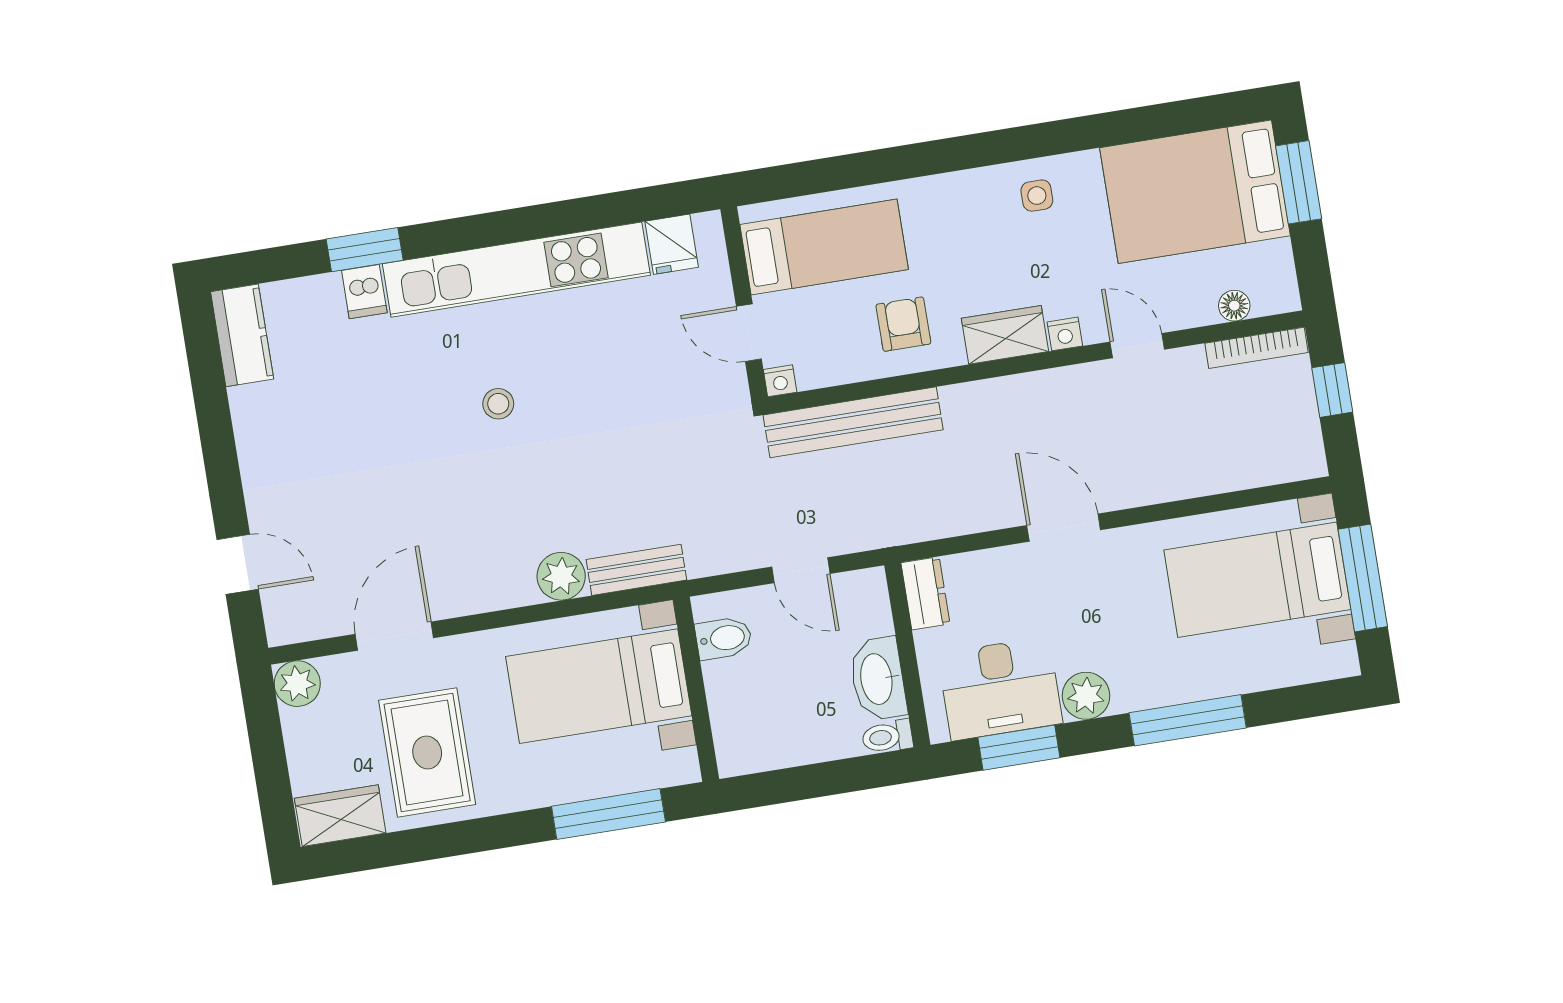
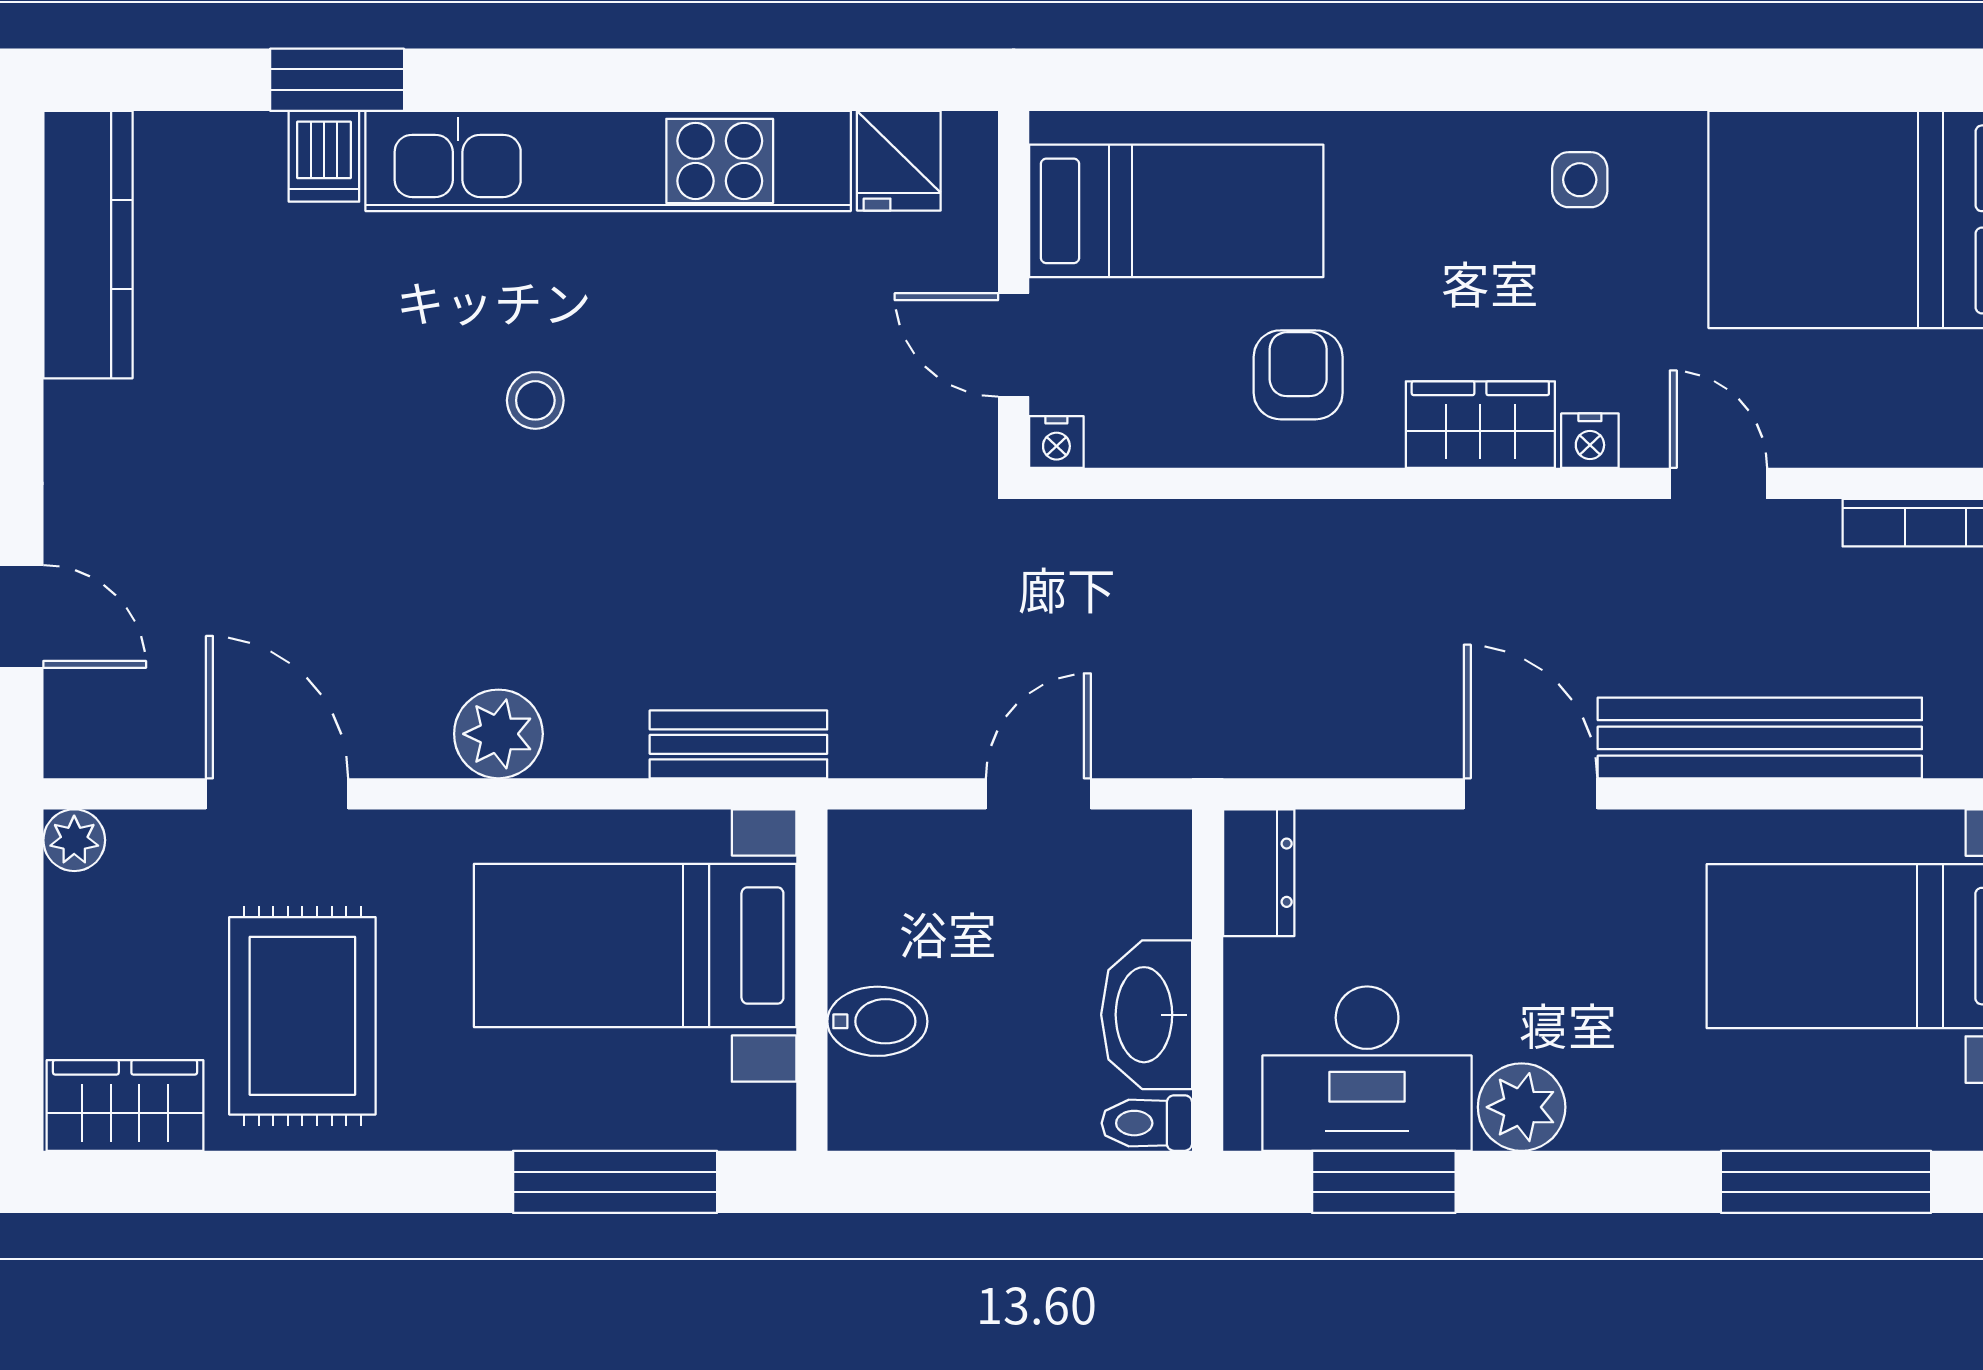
floor lamp: (1234, 306) -> (1908, 439), removed
kitchen counter: (242, 335) -> (88, 245), width x1.50
bench: (853, 422) -> (1760, 738), moved
door: (801, 570) -> (1038, 794), swing flipped
plant: (561, 576) -> (498, 734), moved
door: (394, 636) -> (277, 794), hinge flipped
bidet: (724, 638) -> (877, 1021), moved
plant: (297, 684) -> (74, 840), width x0.73, depth x0.73
window: (1188, 720) -> (1826, 1182), moved

